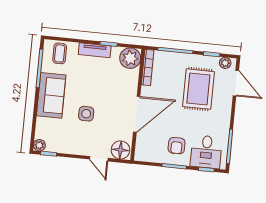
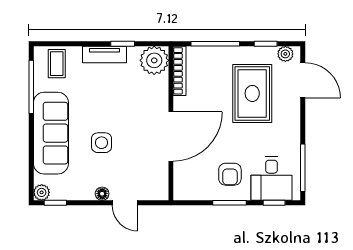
sofa: (51, 95) -> (51, 133), width x1.36
floor lamp: (120, 150) -> (102, 194), moved, width x0.53, depth x0.53

